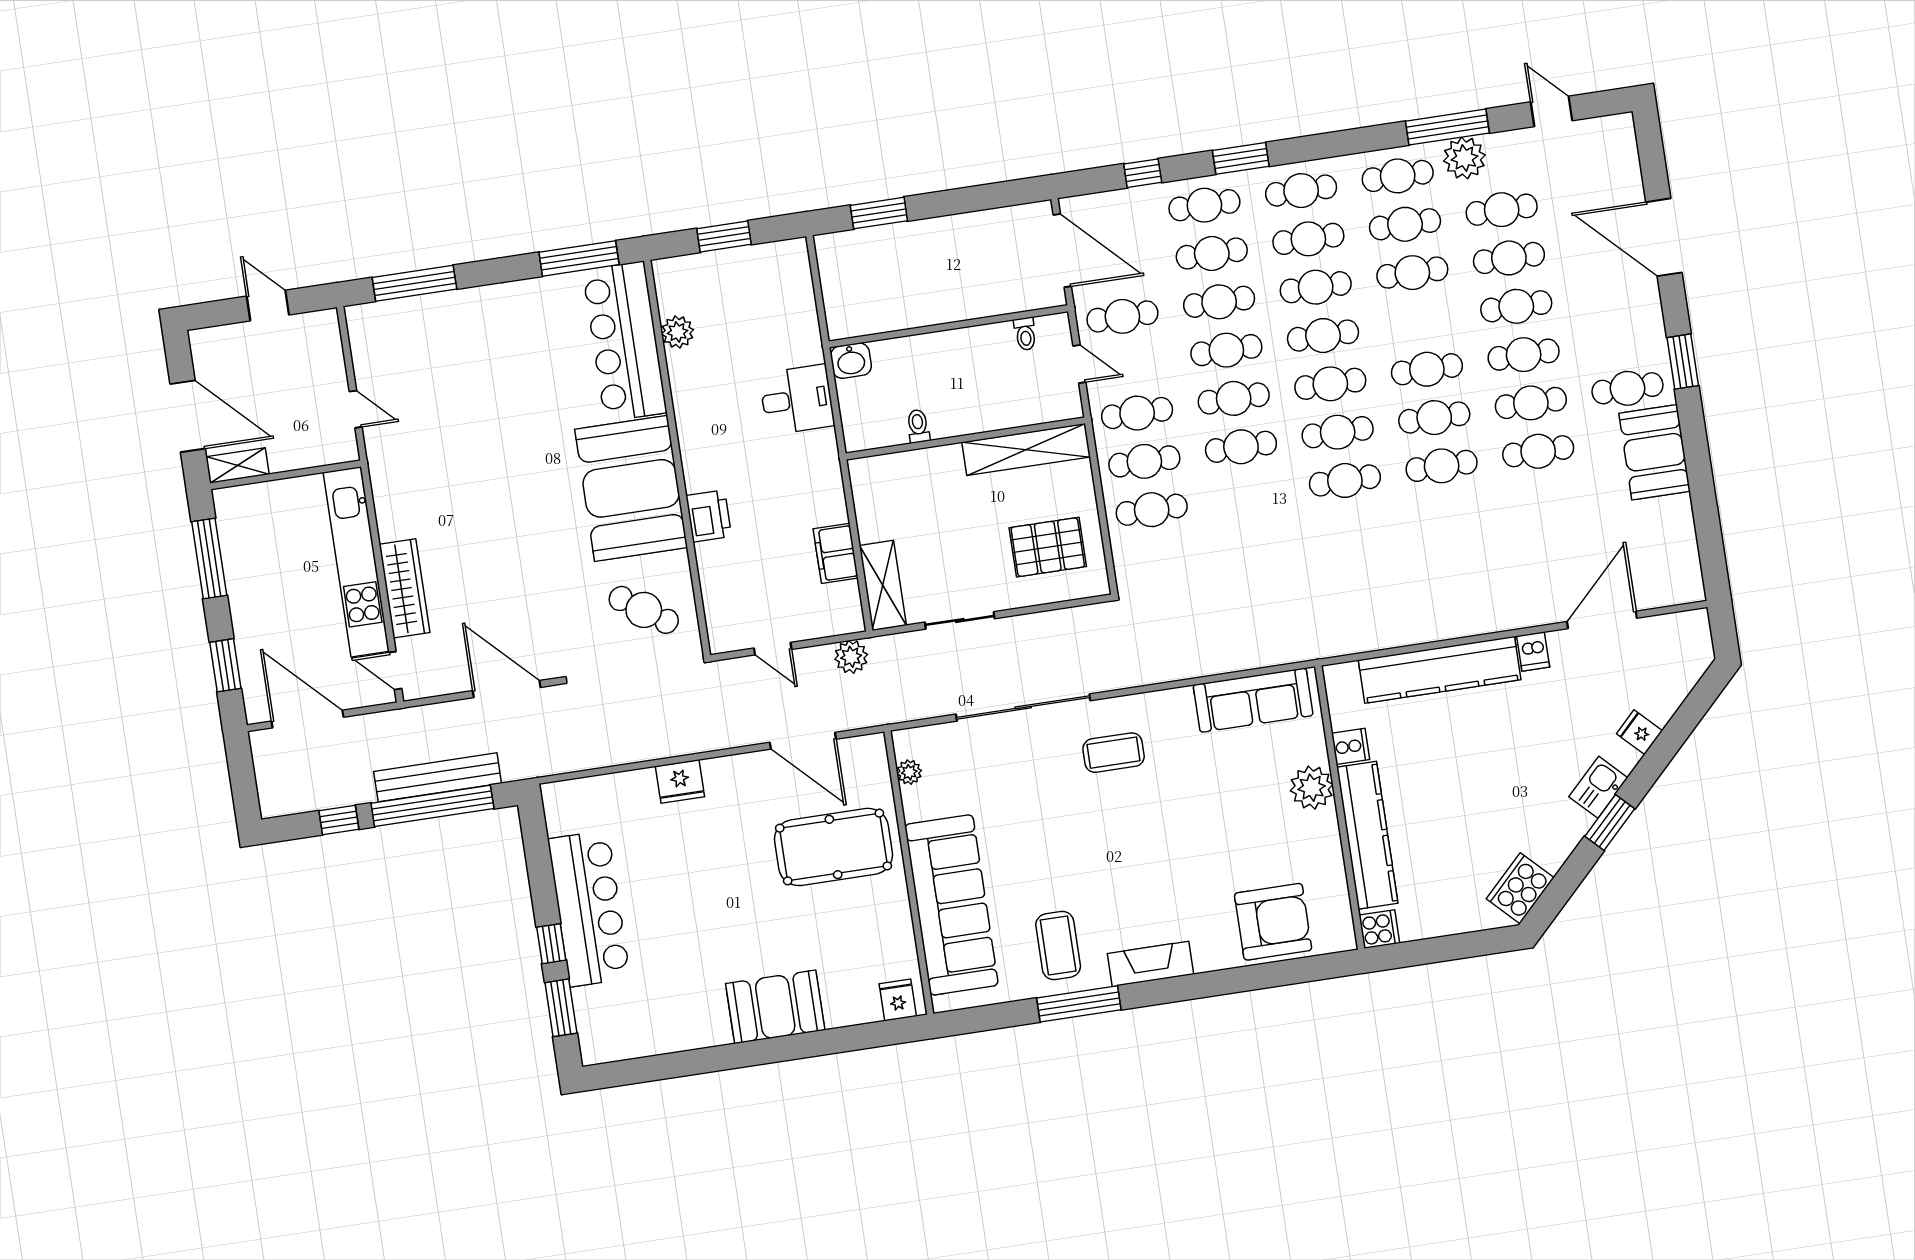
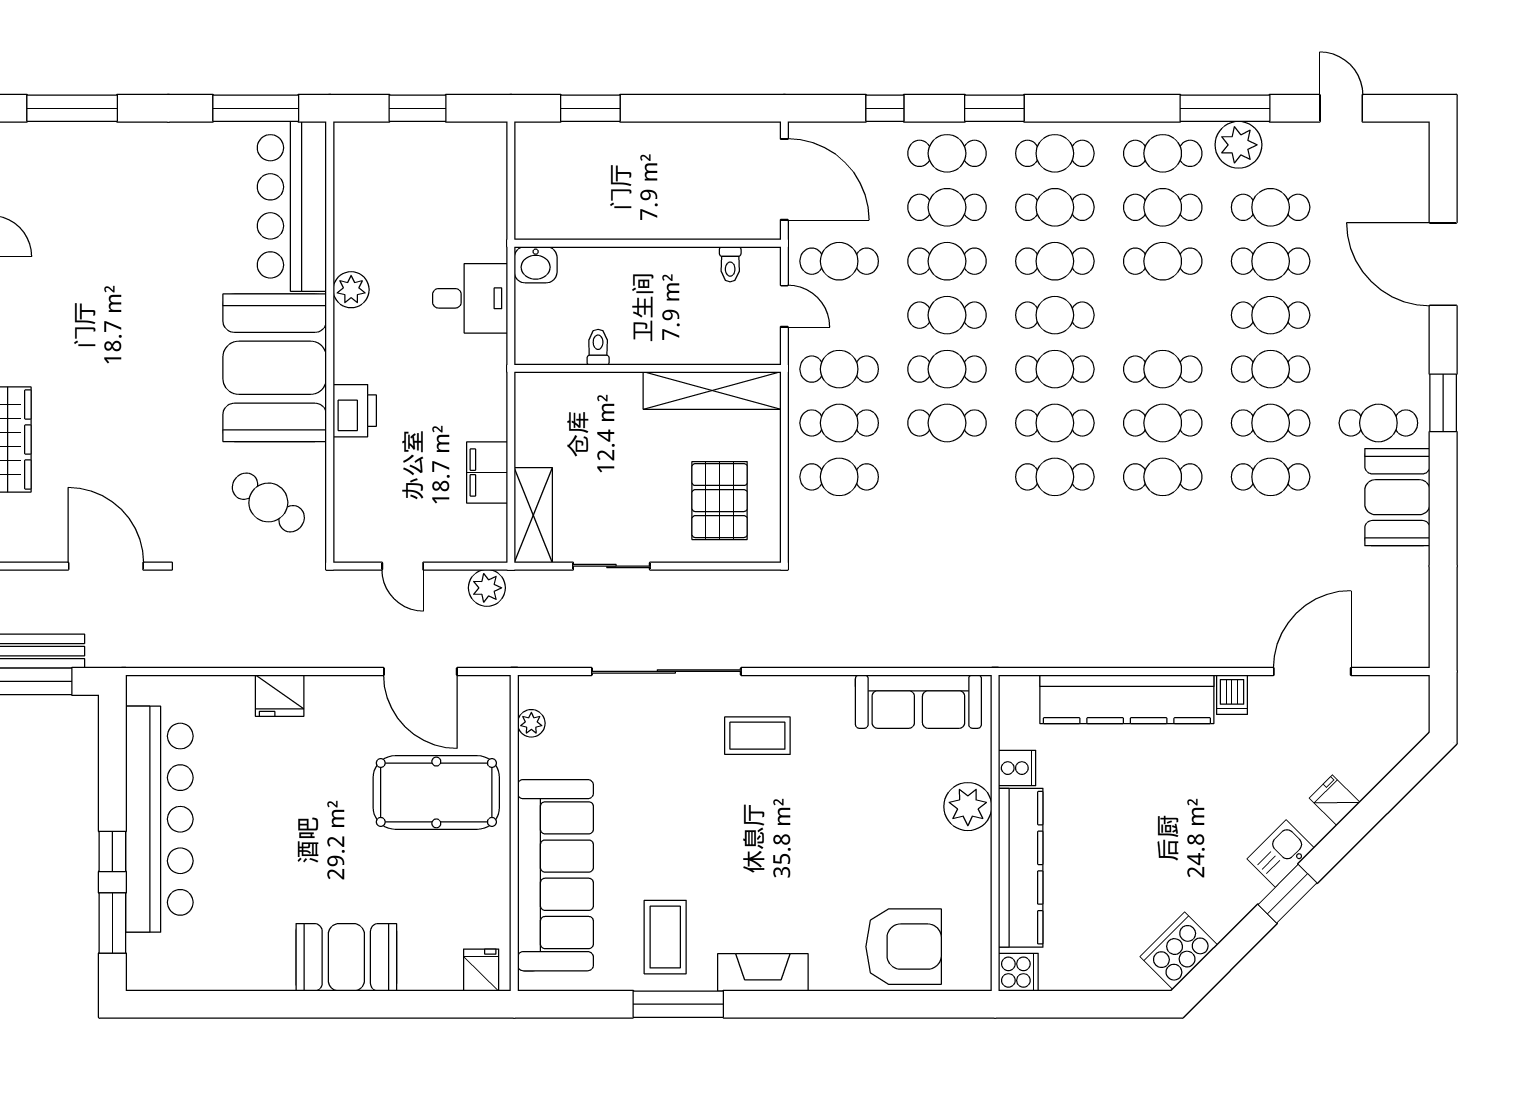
plant: (678, 332) -> (351, 290), moved
pallet: (1048, 547) -> (720, 501), turned 90
bar counter: (589, 908) -> (159, 819), width x1.36

